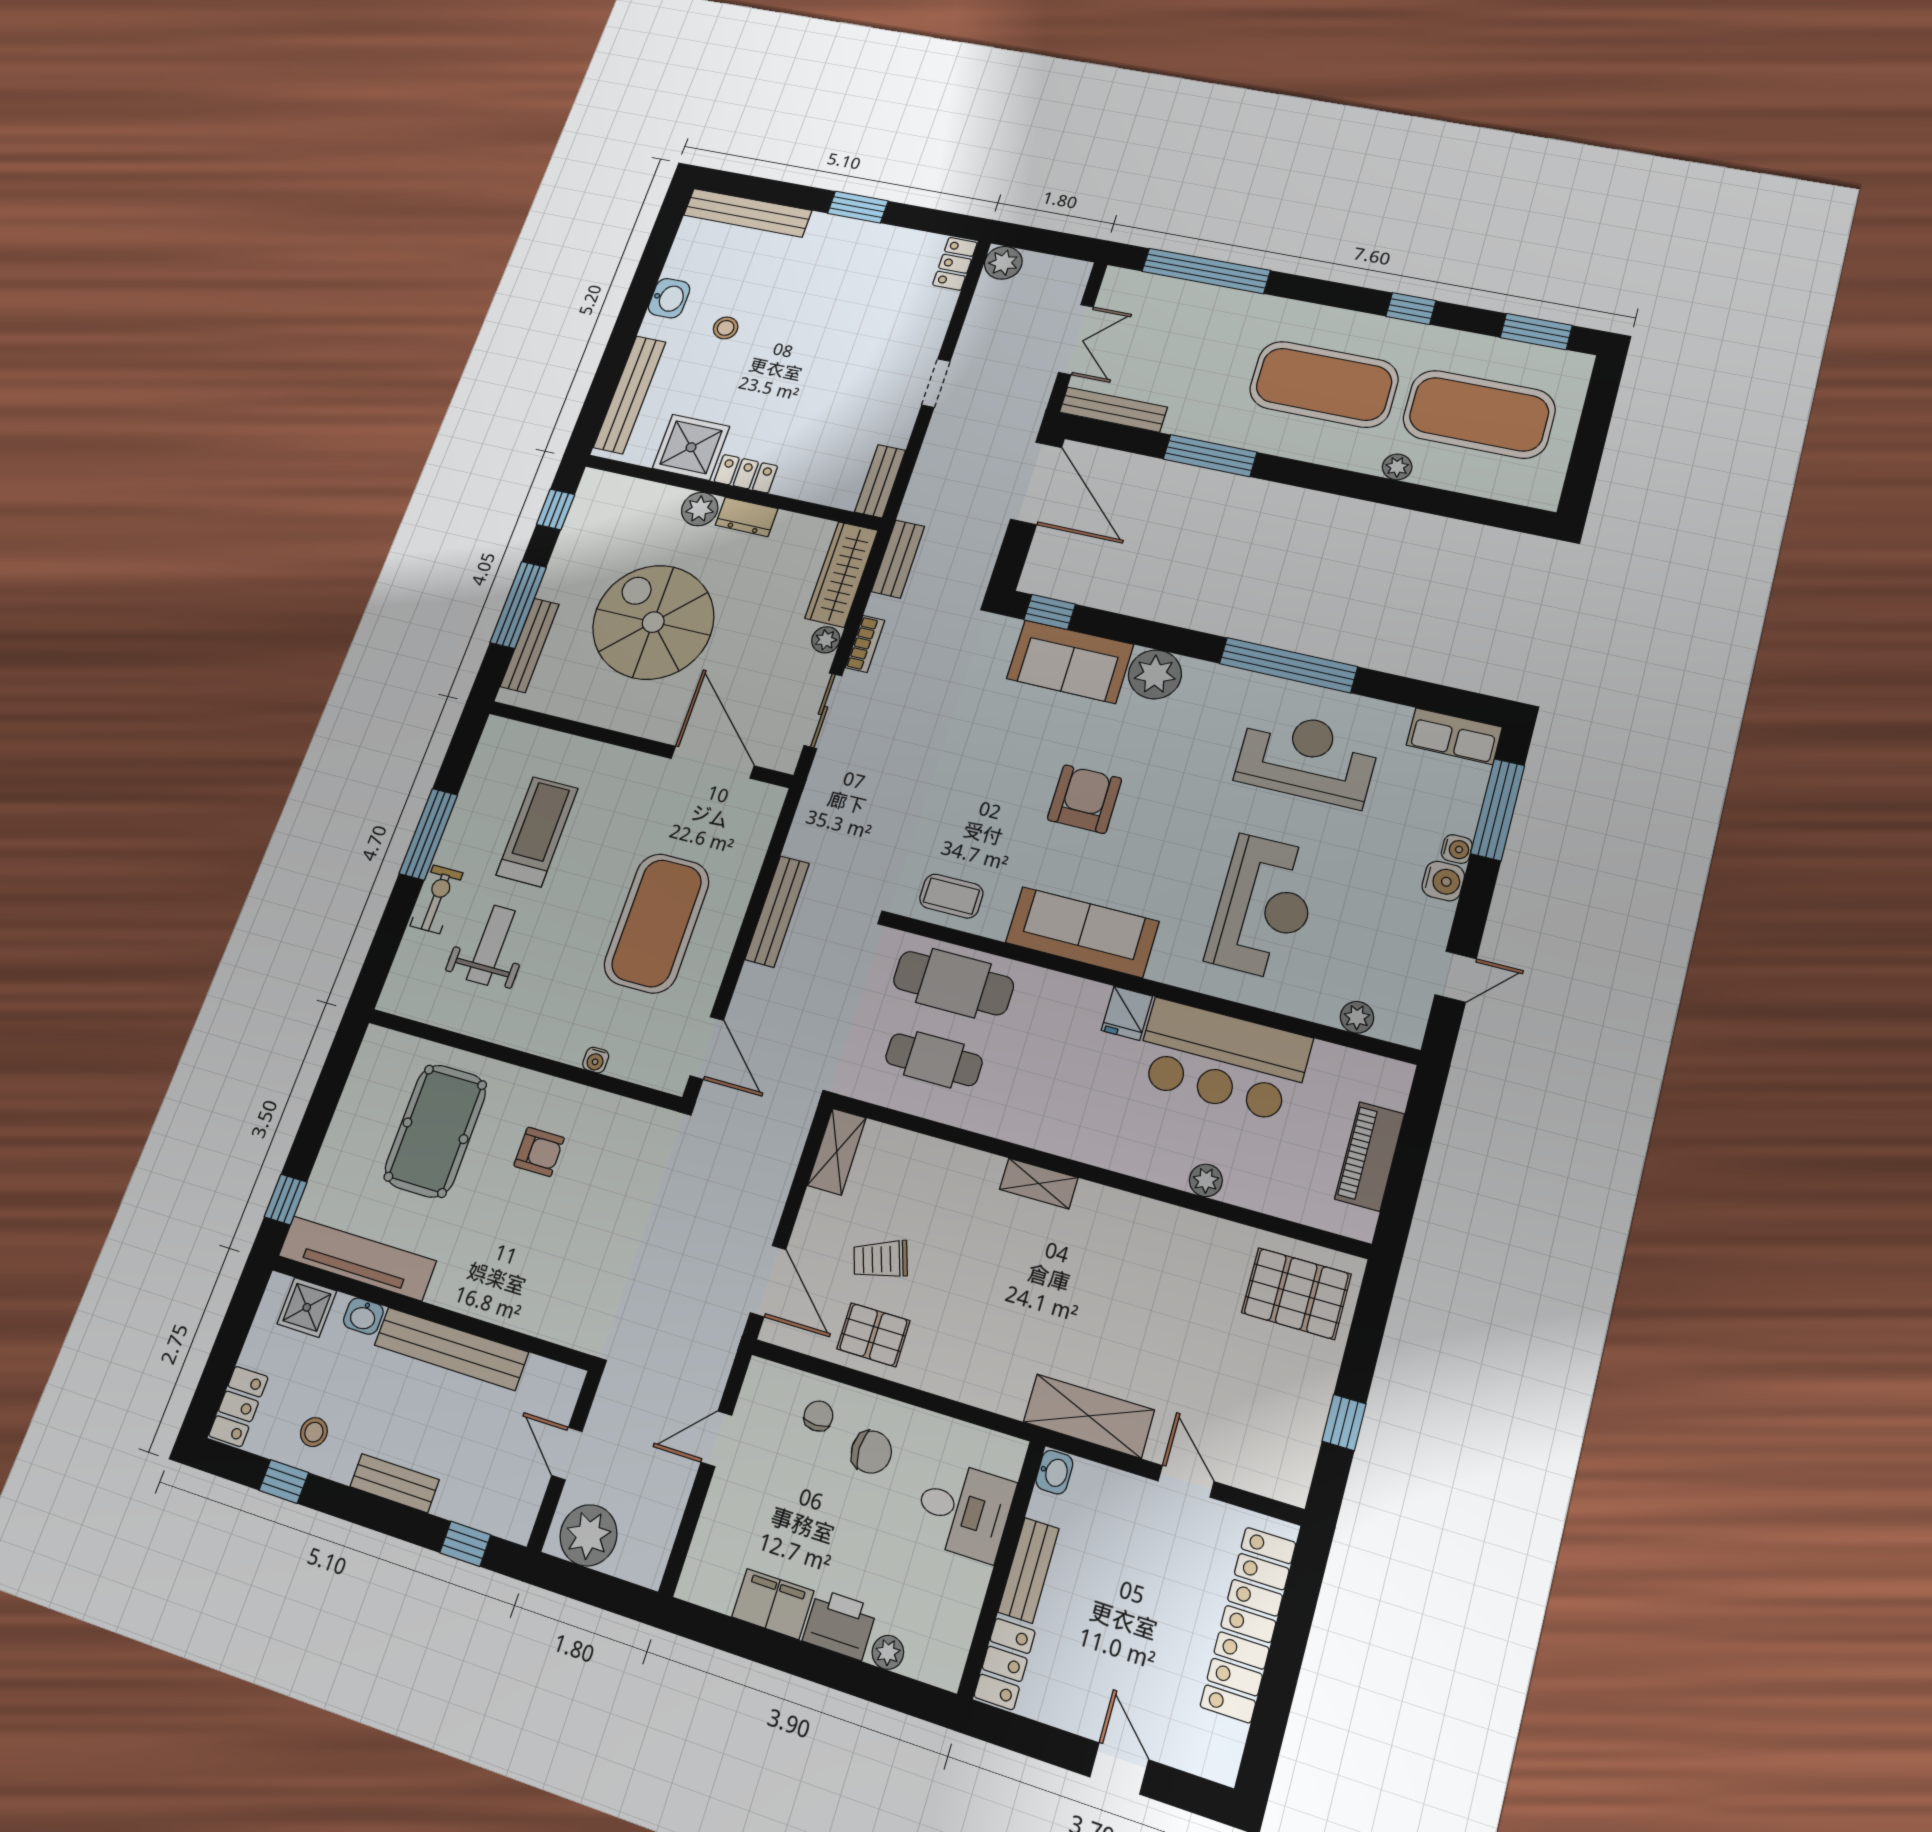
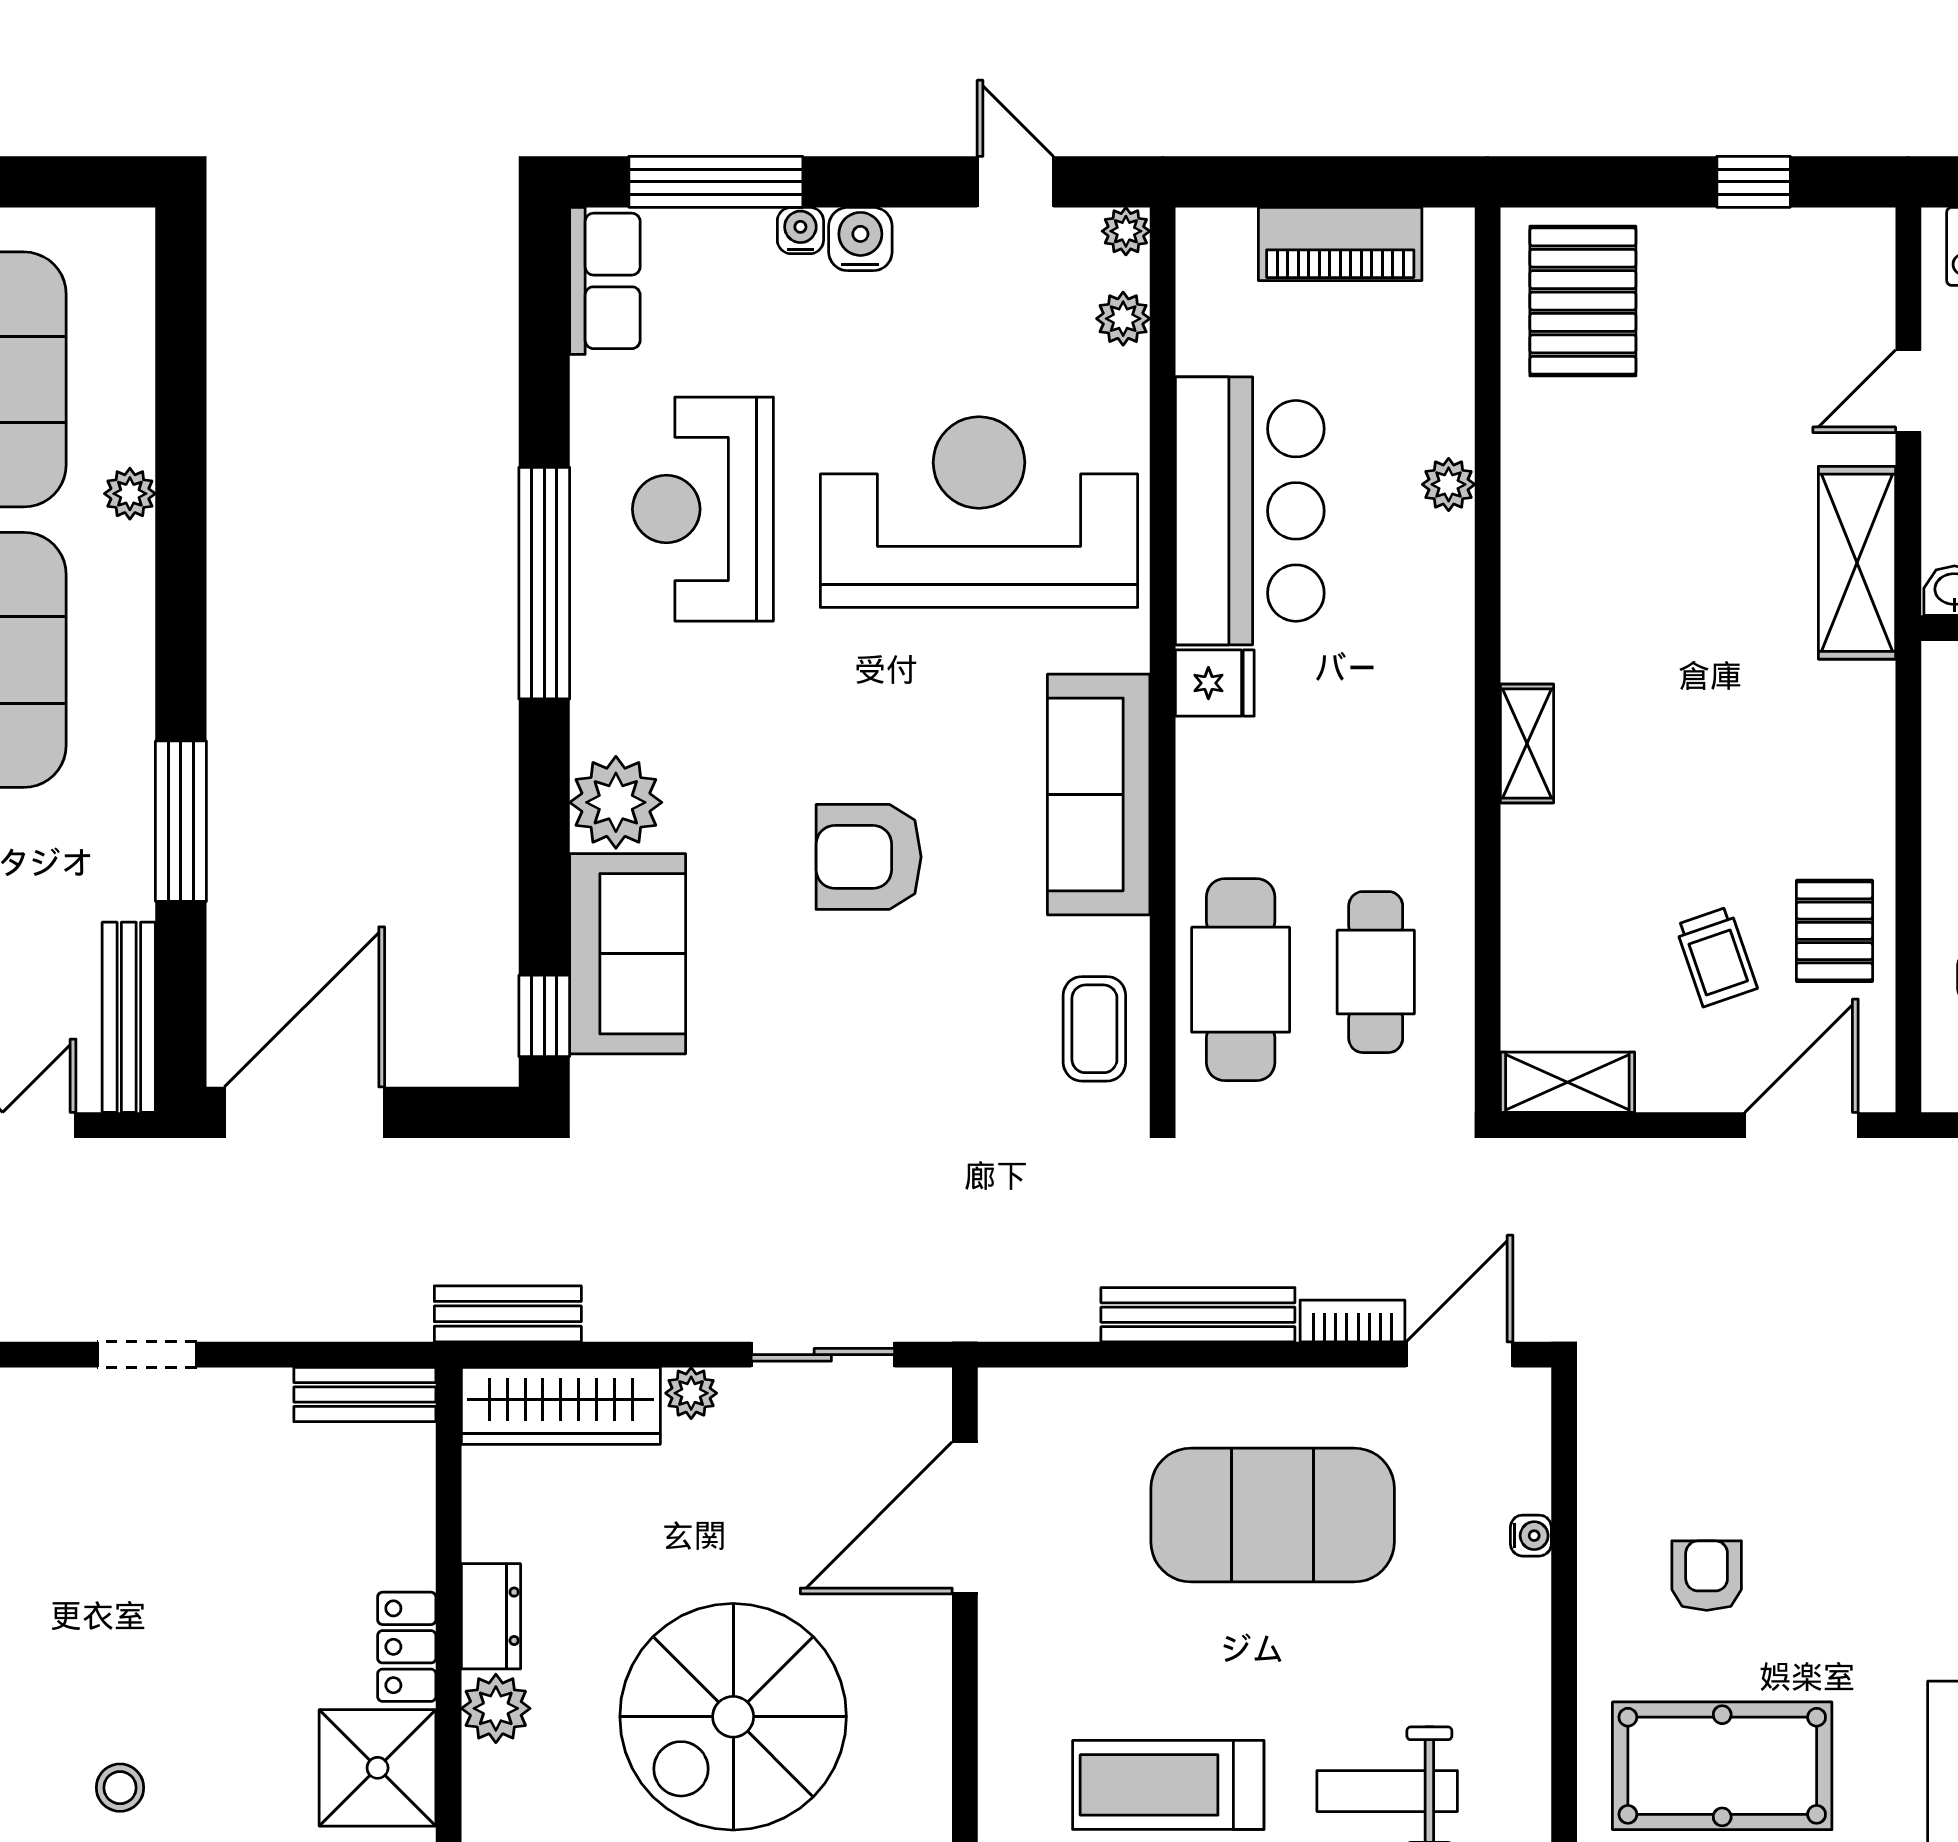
bookcase: (865, 644) -> (1352, 1321), moved
reception desk: (1264, 907) -> (979, 512), width x1.36, depth x1.30
plant: (1410, 1033) -> (1126, 231), added

